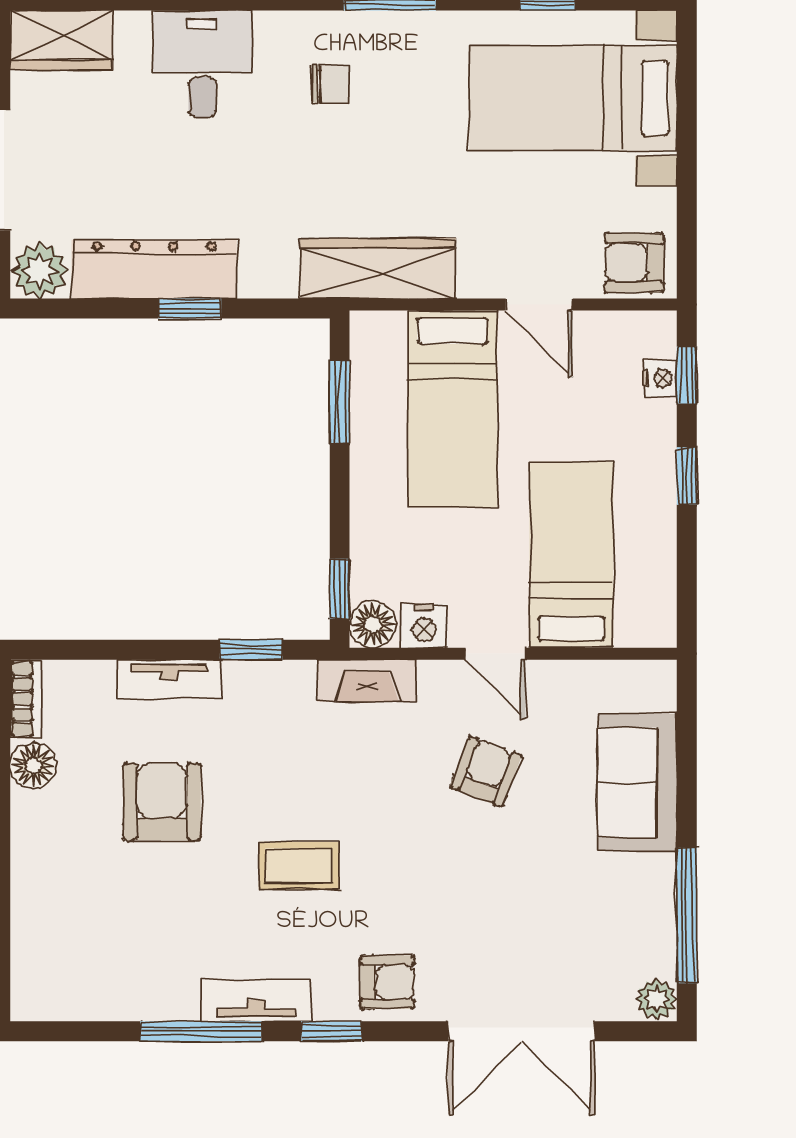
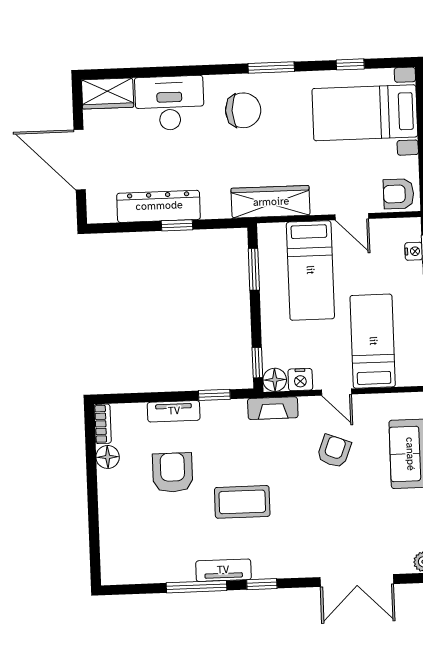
desk: (203, 64) -> (169, 103), width x1.37
chair: (331, 84) -> (243, 110), width x1.87, depth x1.87
plant: (40, 271) -> (101, 209), removed
coffee table: (299, 866) -> (242, 502), width x1.36, depth x1.30
armchair: (387, 982) -> (289, 558), removed

